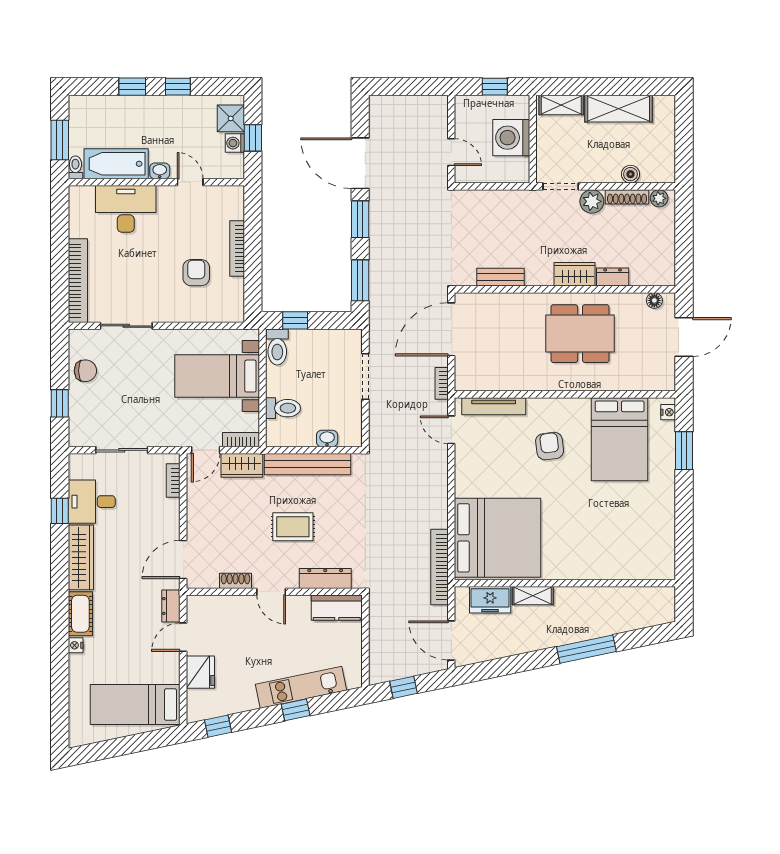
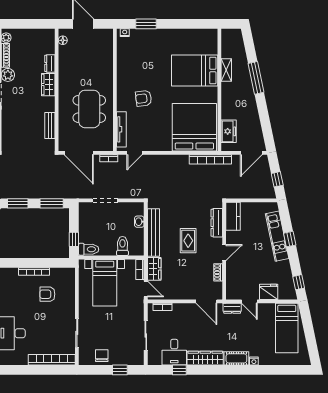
dining table: (580, 334) -> (89, 109), moved
bed: (620, 439) -> (195, 71), moved, turned 180
shelving: (533, 596) -> (226, 70), moved

